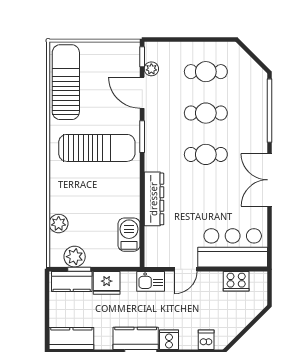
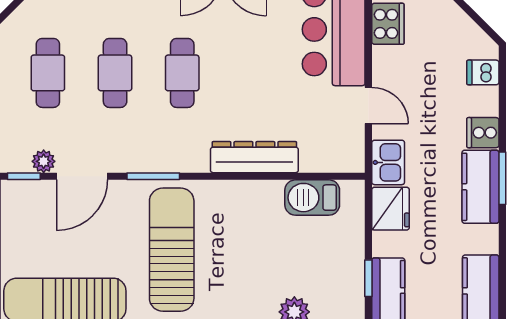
plant: (75, 257) -> (348, 286), removed
fridge: (107, 283) -> (391, 209), moved

